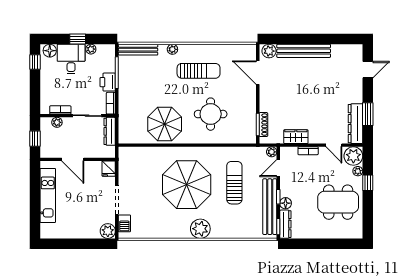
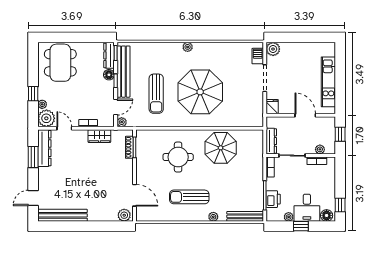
bench: (304, 51) -> (62, 215), moved
printer: (108, 82) -> (273, 199), moved
dining table: (338, 202) -> (60, 63), moved, turned 90
plant: (200, 229) -> (188, 47), width x0.53, depth x0.53

